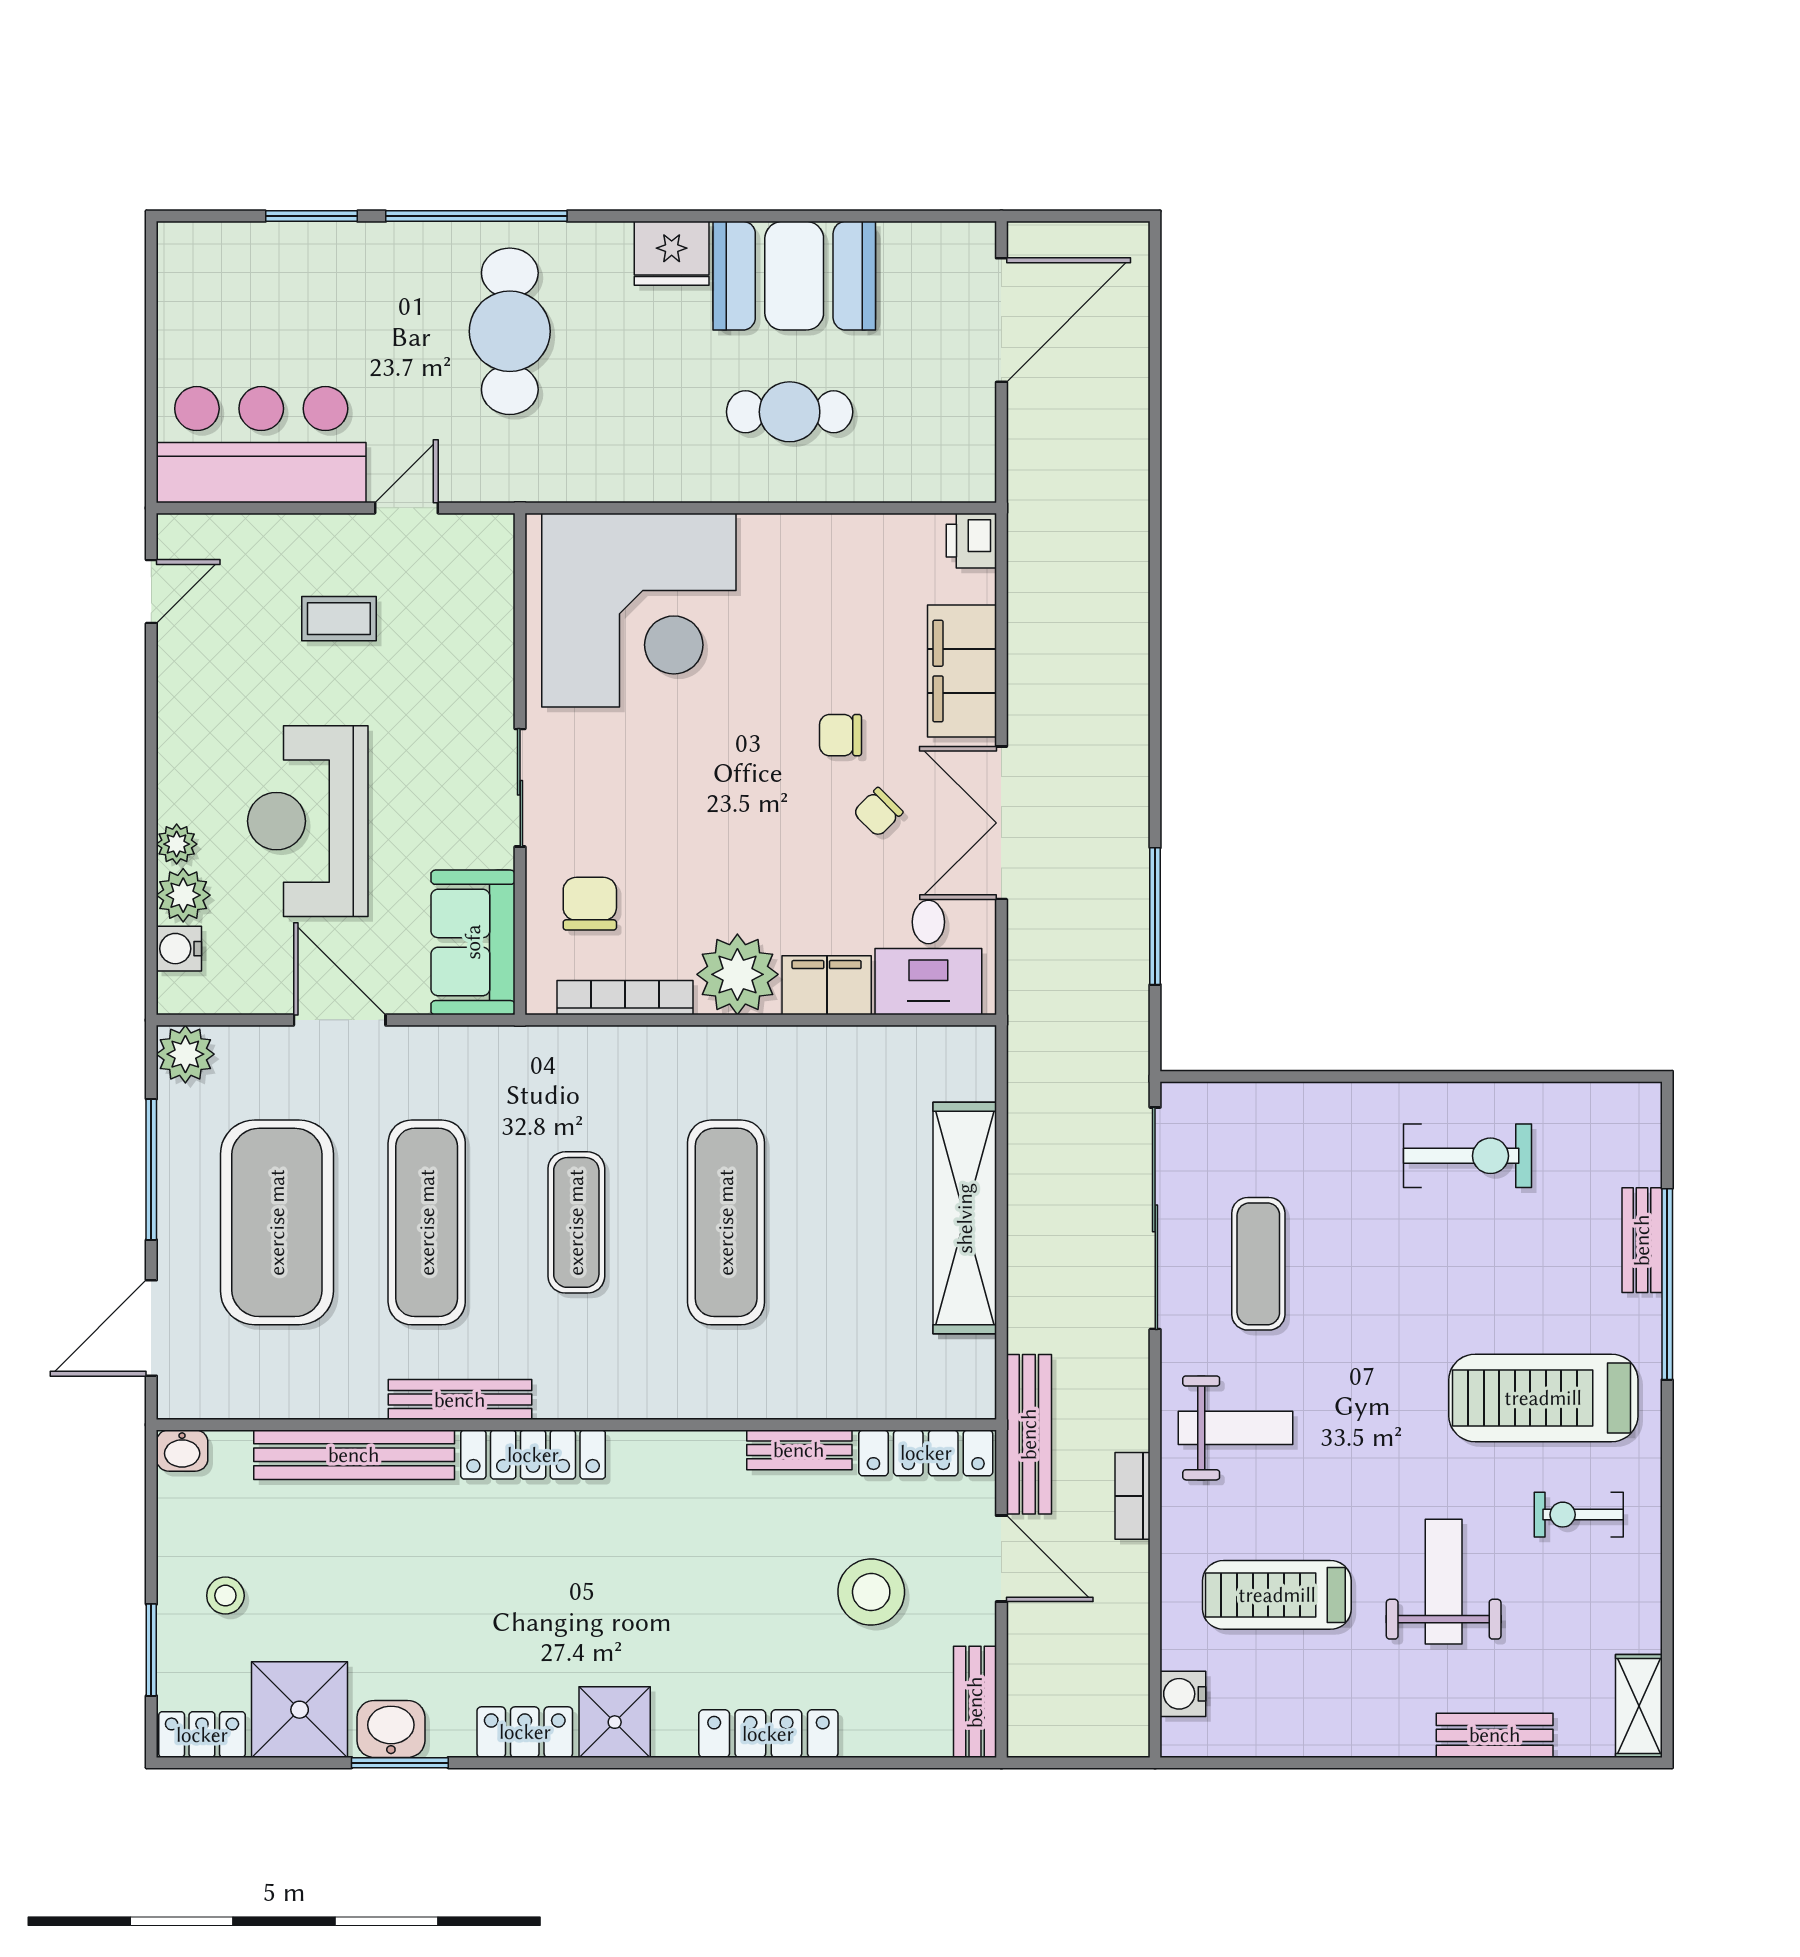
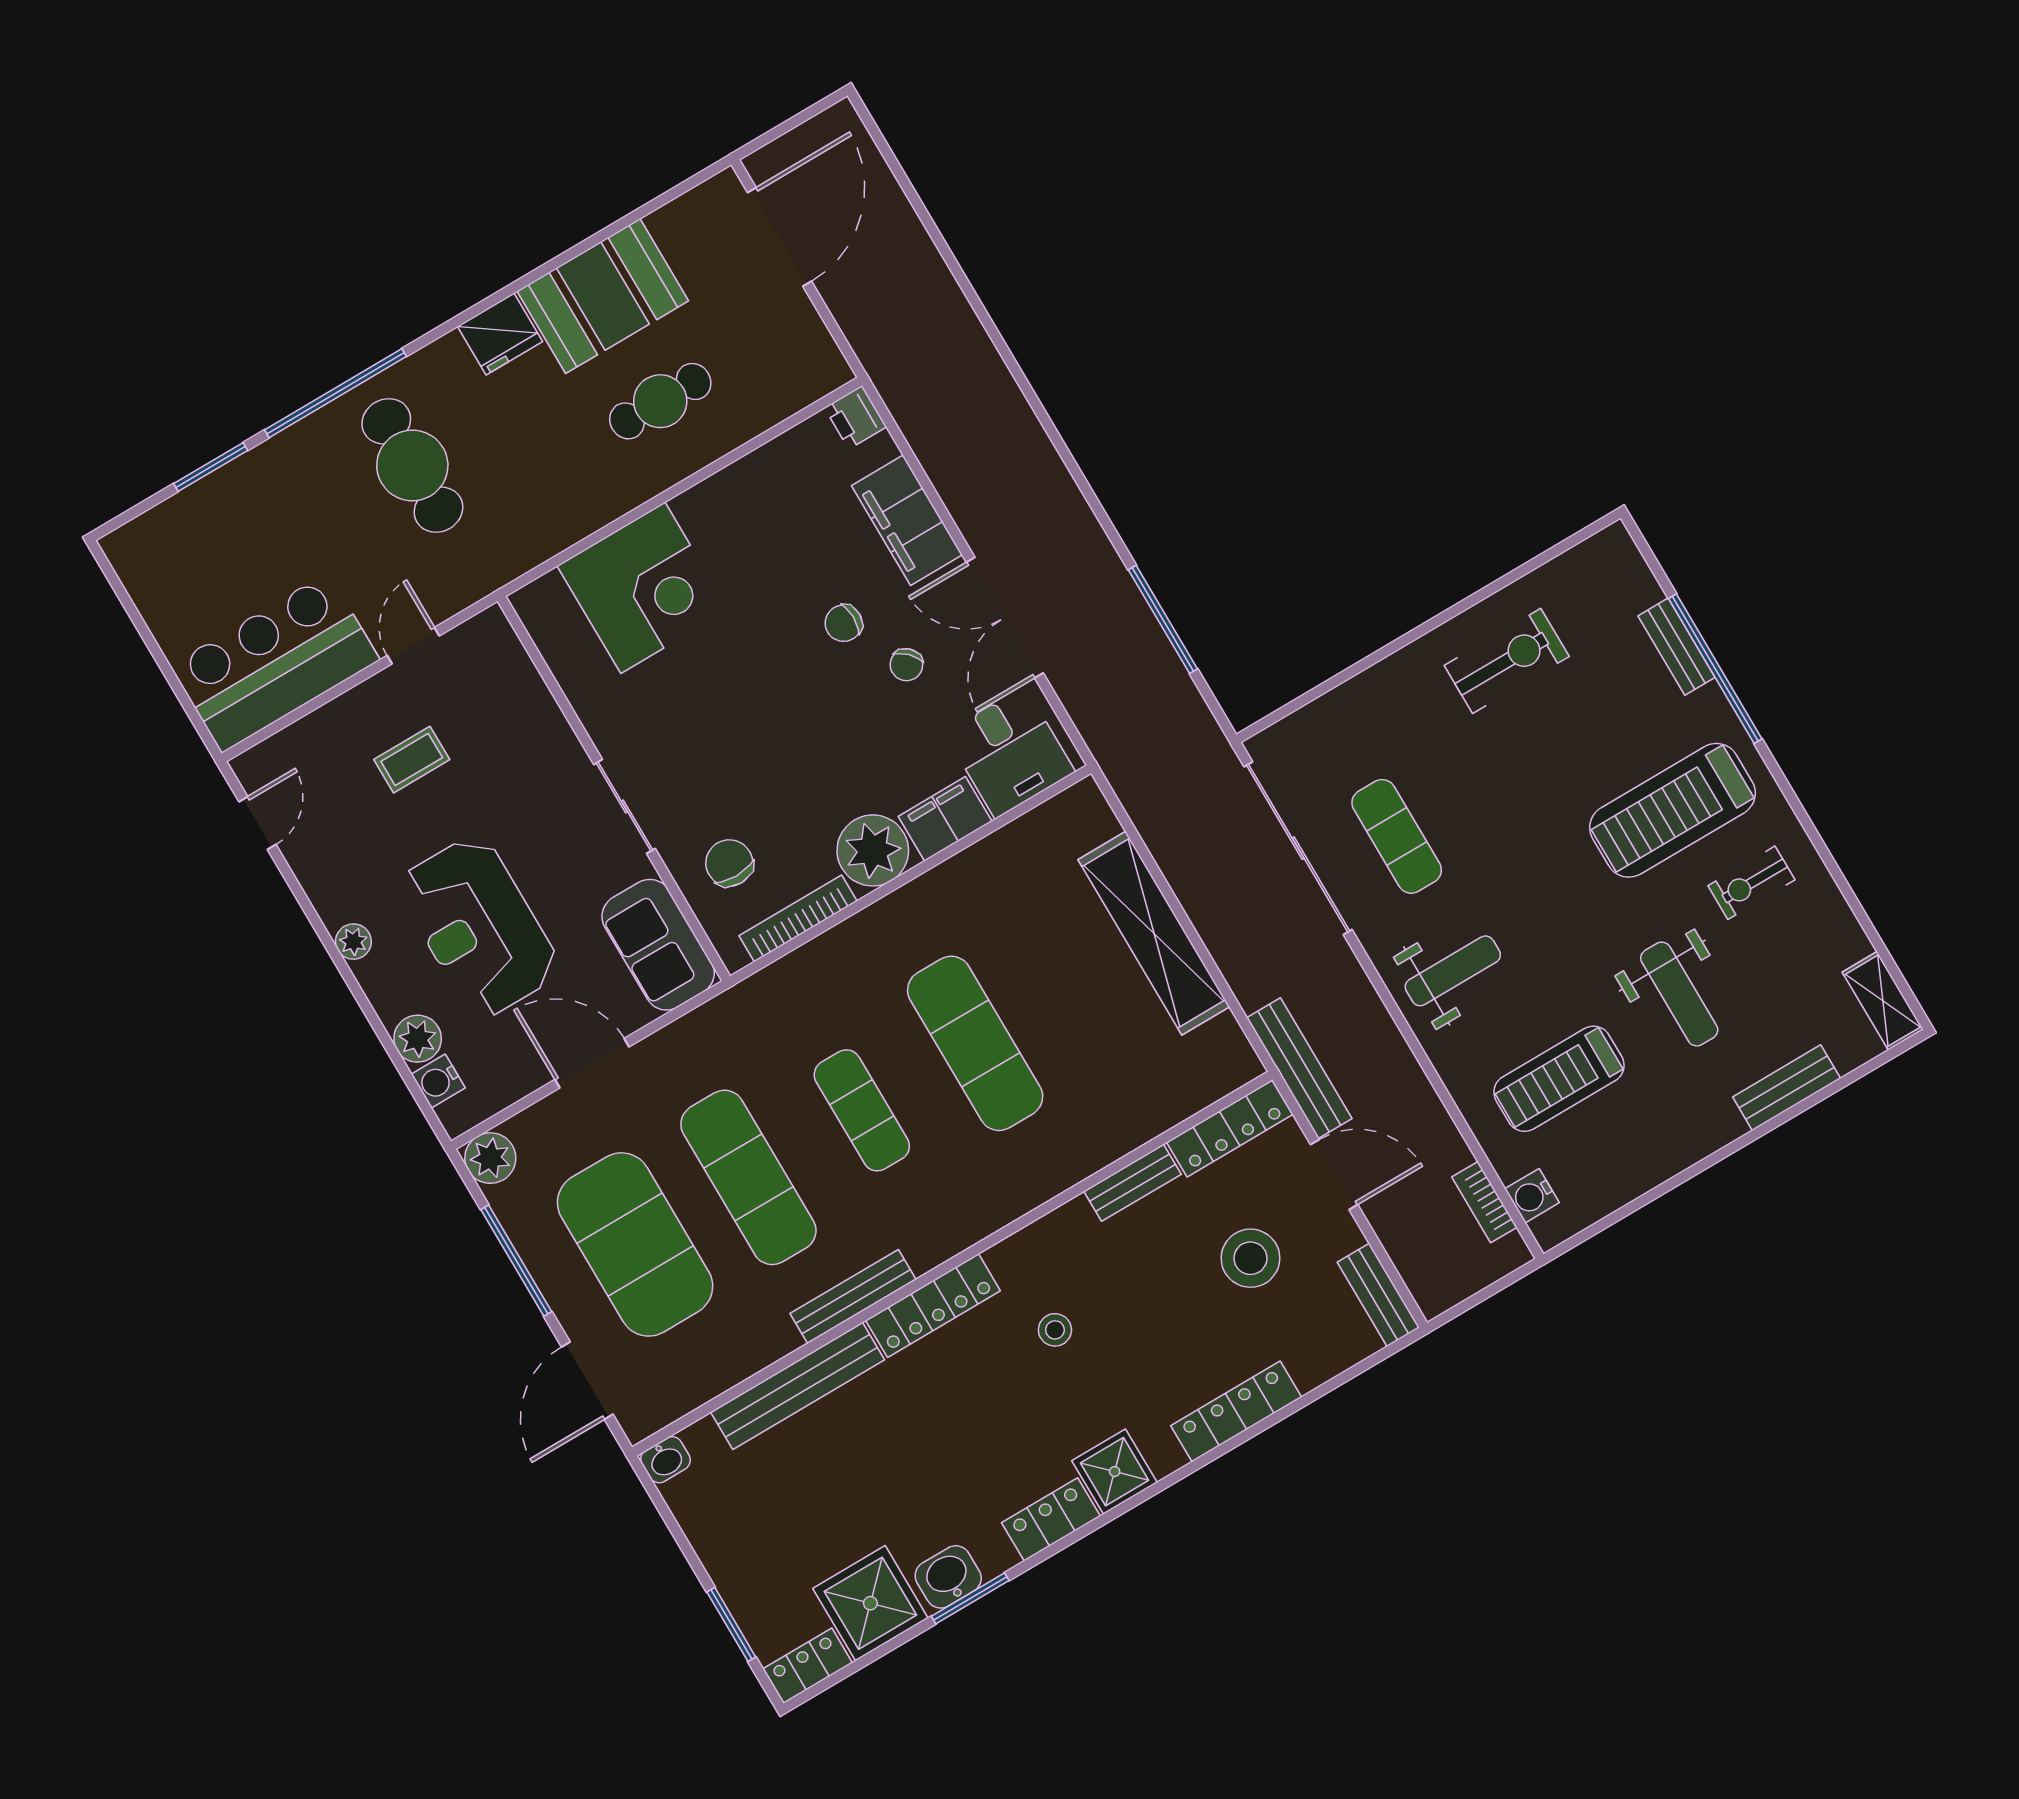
corner desk: (639, 610) -> (643, 588), width x0.74, depth x0.74
plant: (177, 844) -> (353, 942), moved
bookcase: (1133, 1496) -> (1484, 1202), moved
weight bench: (1444, 1582) -> (1679, 994), turned 180
stool: (225, 1596) -> (1055, 1330), moved

